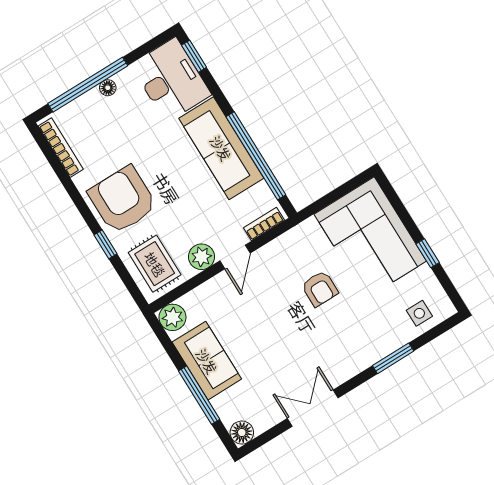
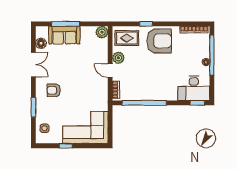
sofa: (221, 148) -> (155, 91), removed
armchair: (320, 289) -> (54, 90), moved
sofa: (207, 361) -> (64, 35), moved
floor lamp: (242, 433) -> (41, 43), moved

